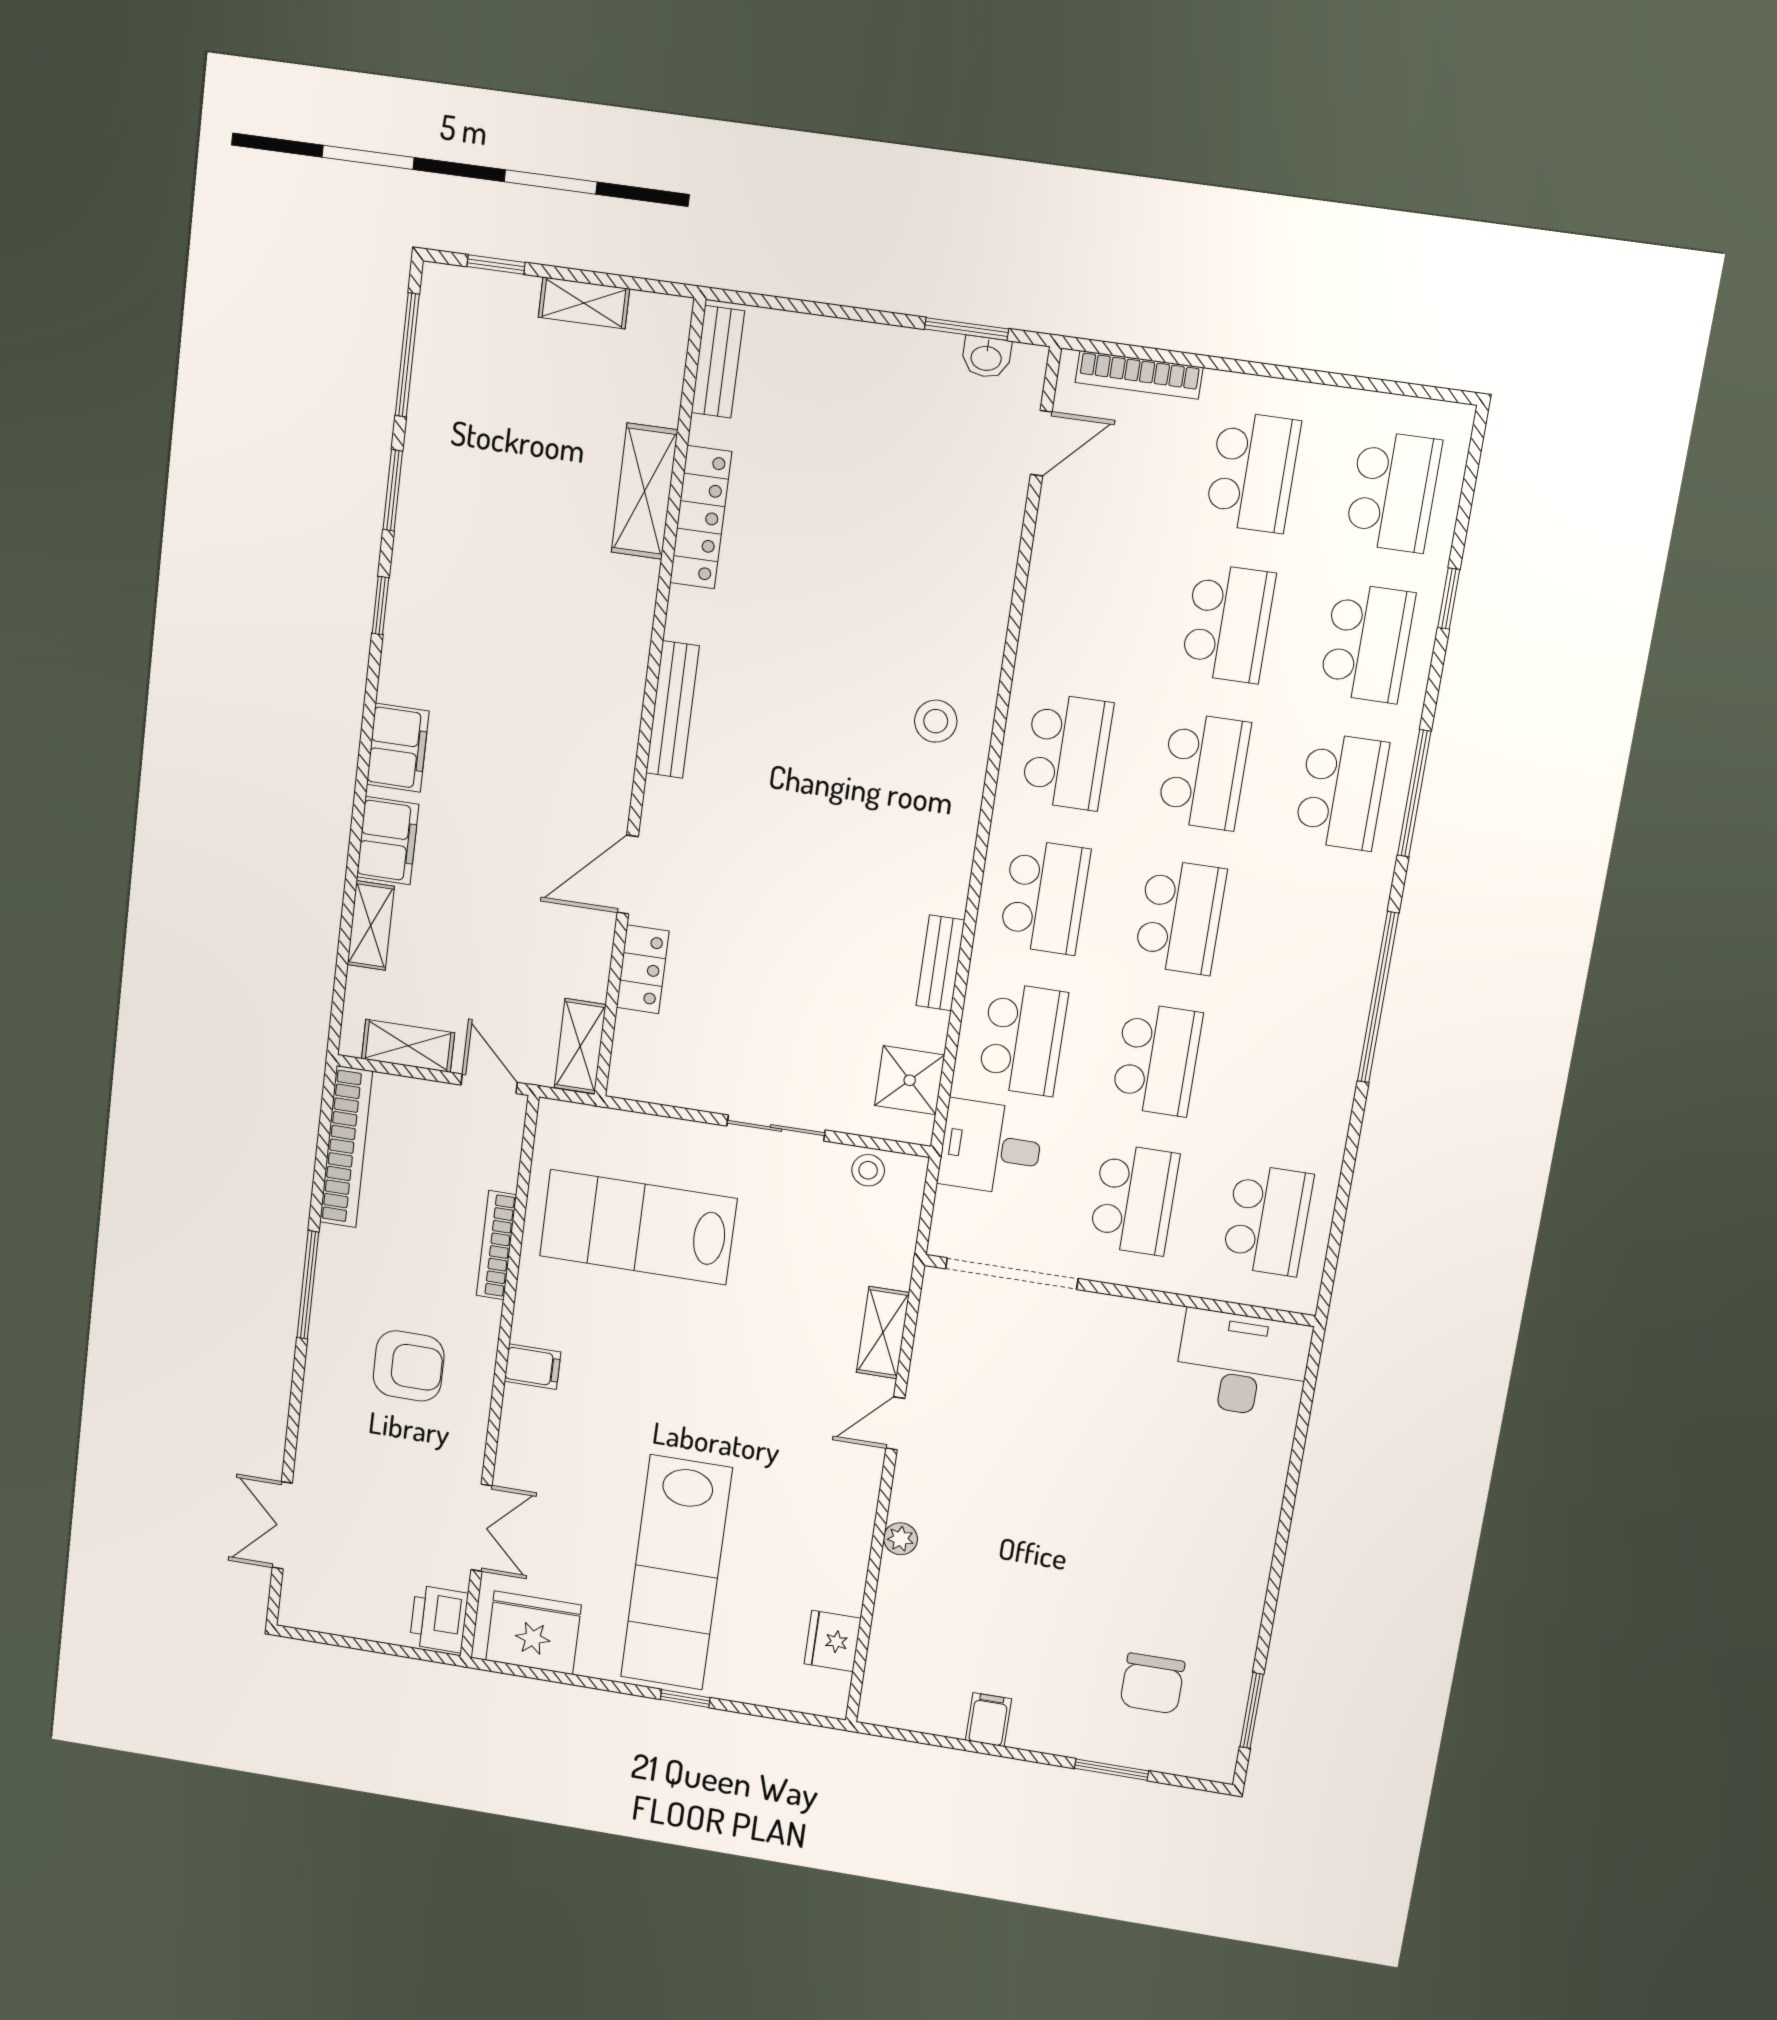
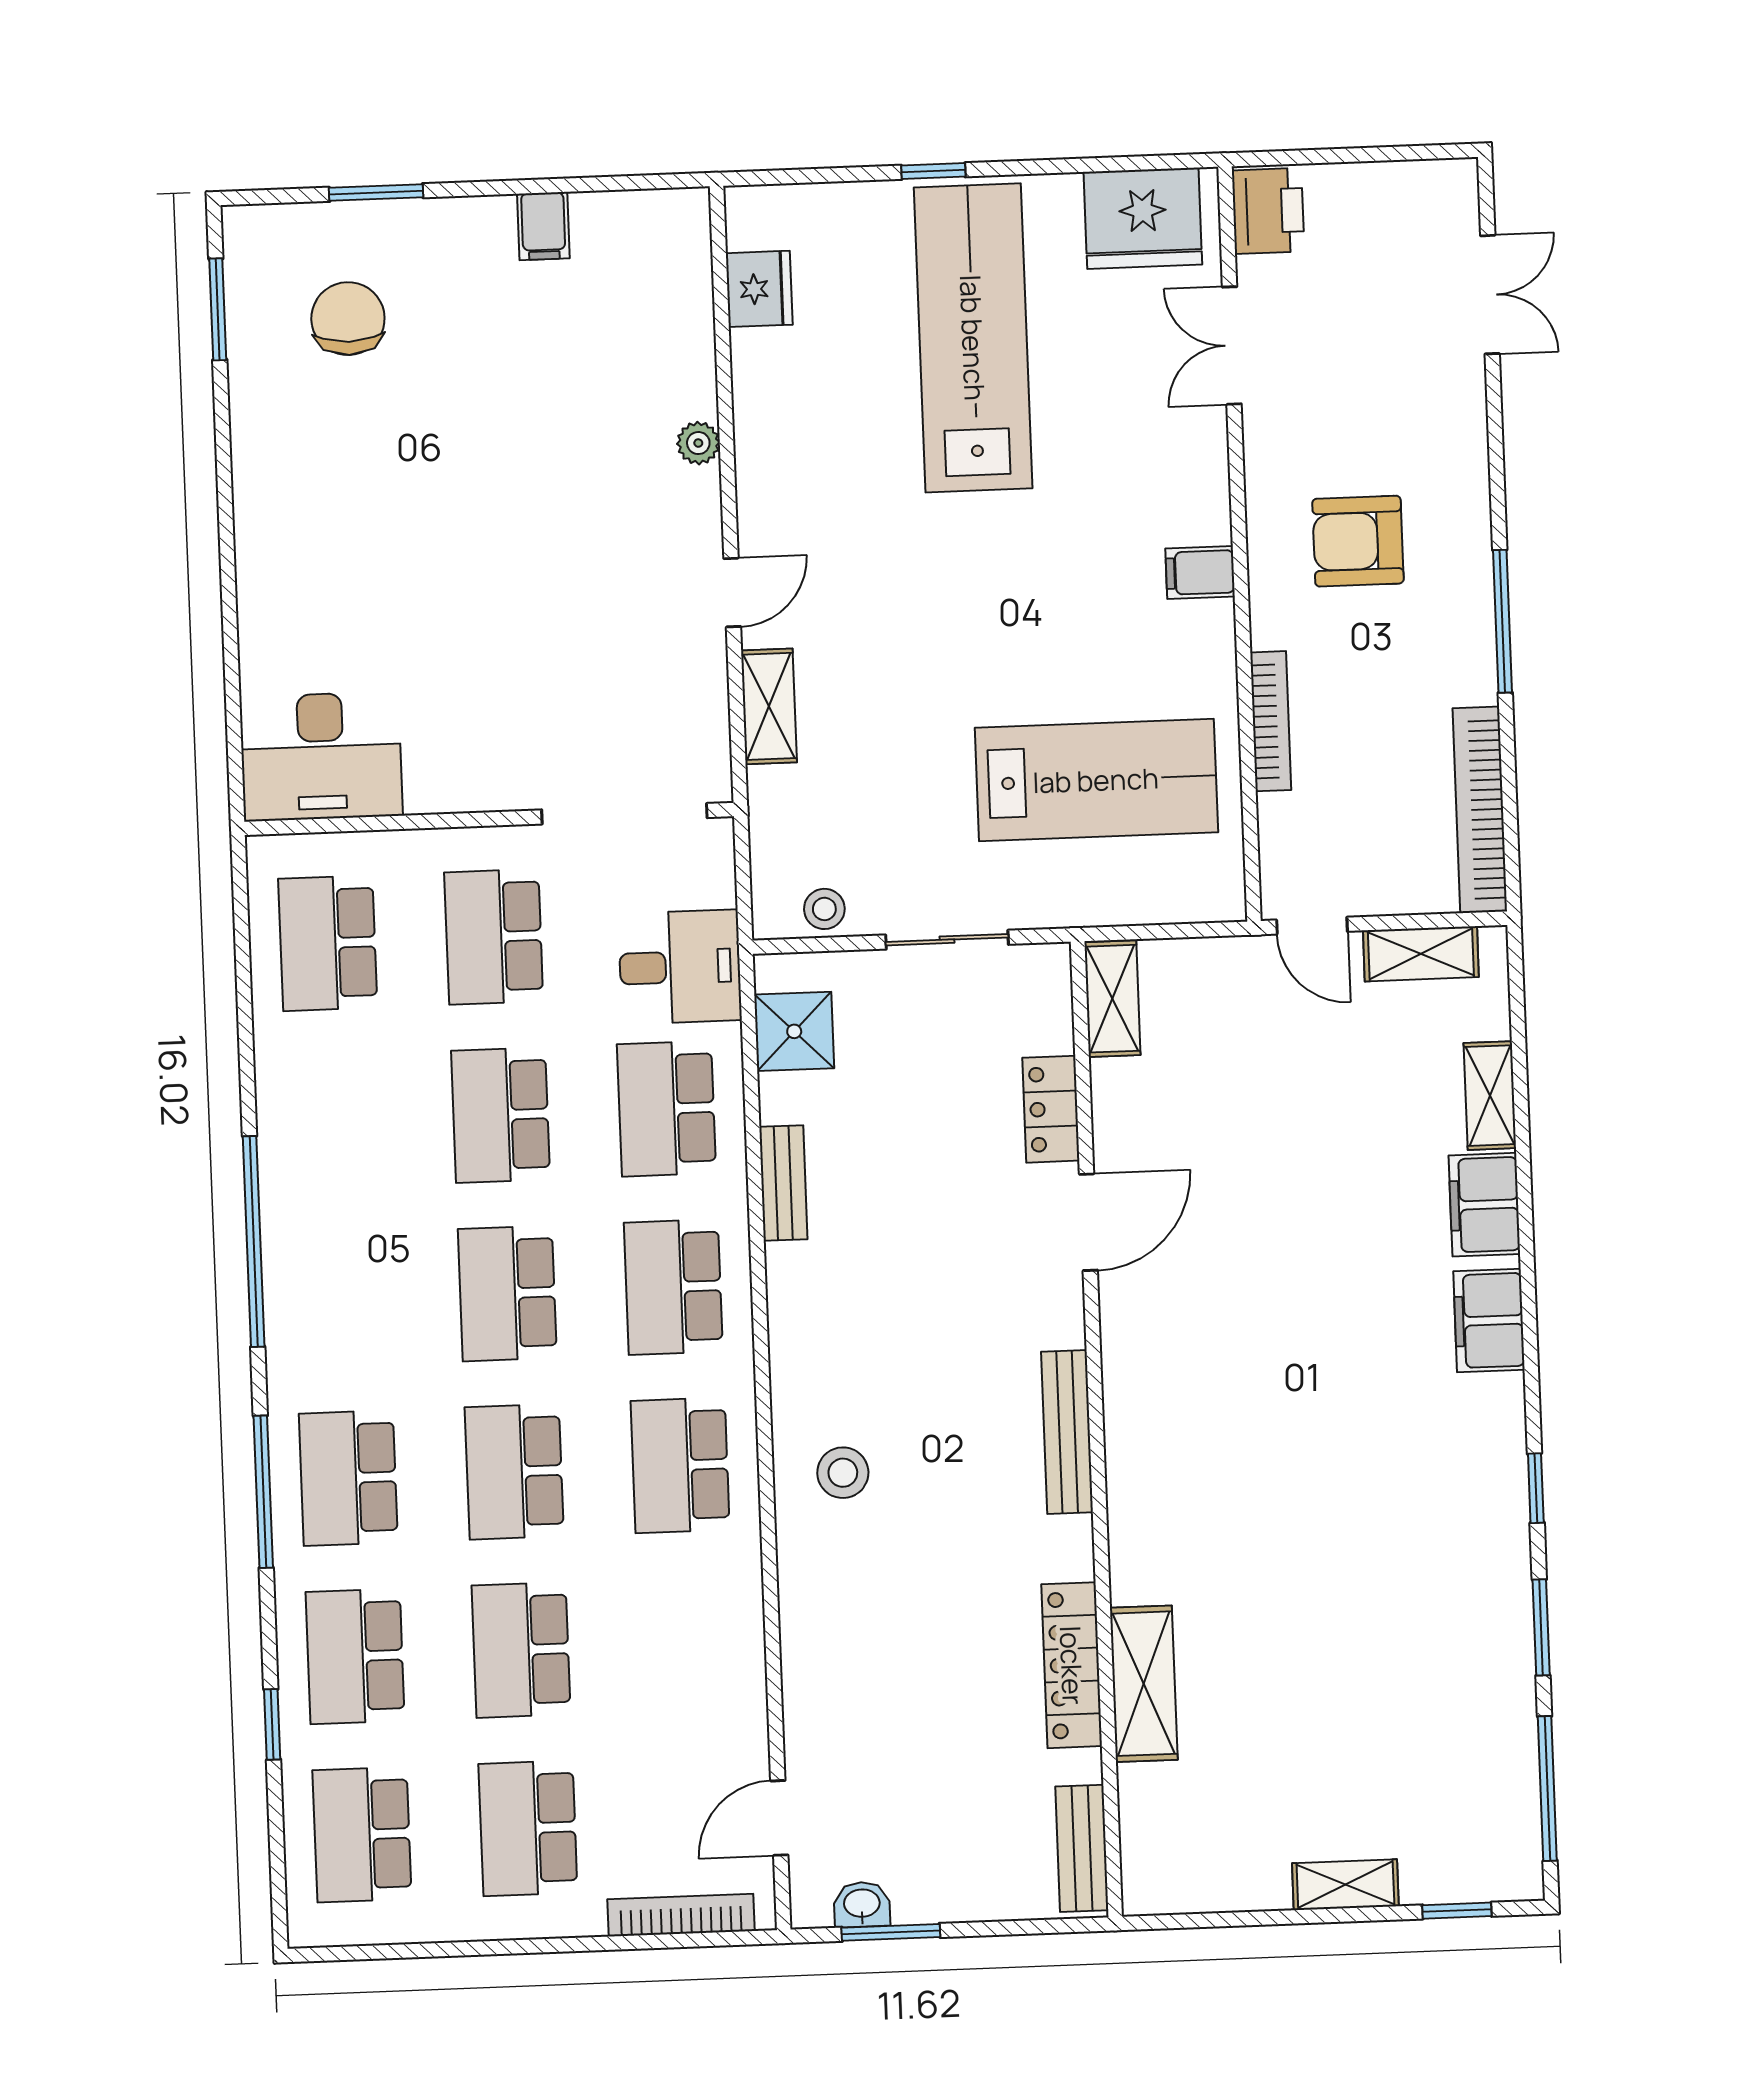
bench: (718, 362) -> (1082, 1848), moved
shelving: (644, 491) -> (1144, 1684), moved
locker: (701, 517) -> (1072, 1665), moved
wall: (649, 707) -> (1096, 1429), moved
bench: (672, 710) -> (1067, 1432), moved
door: (628, 875) -> (1088, 1222), moved
locker: (643, 969) -> (1051, 1109), moved
shelving: (580, 1046) -> (1112, 999), moved

